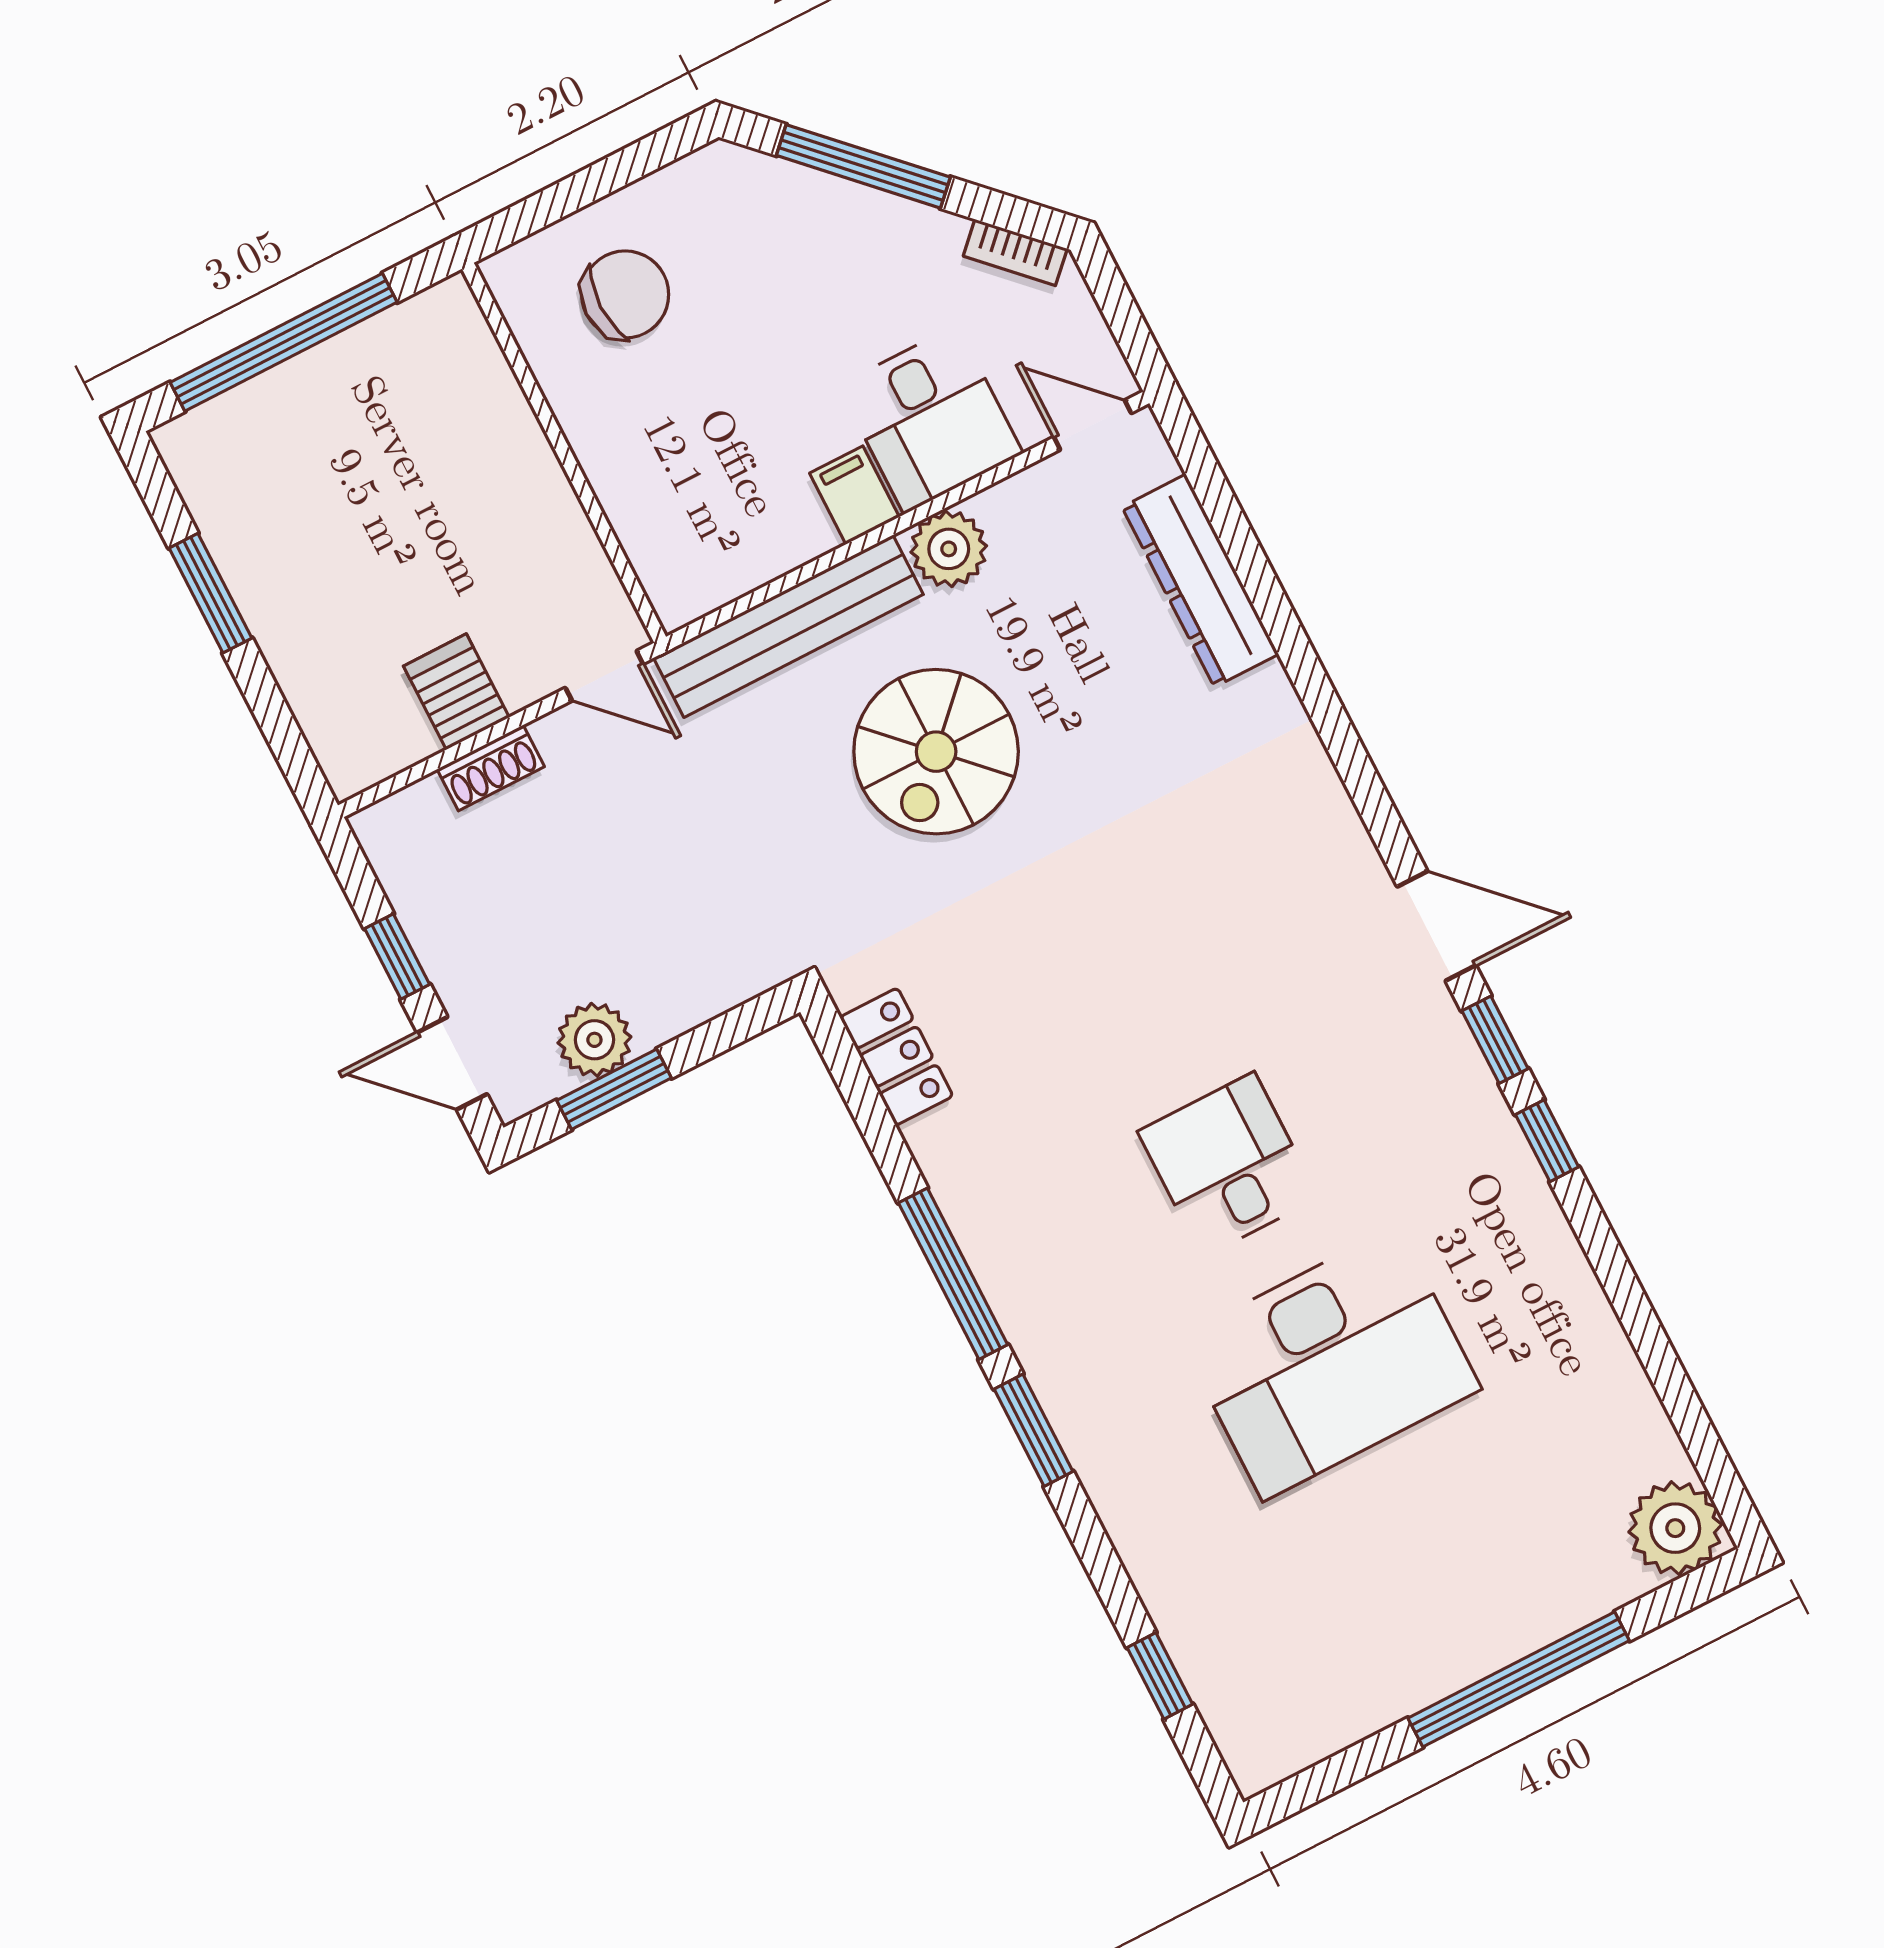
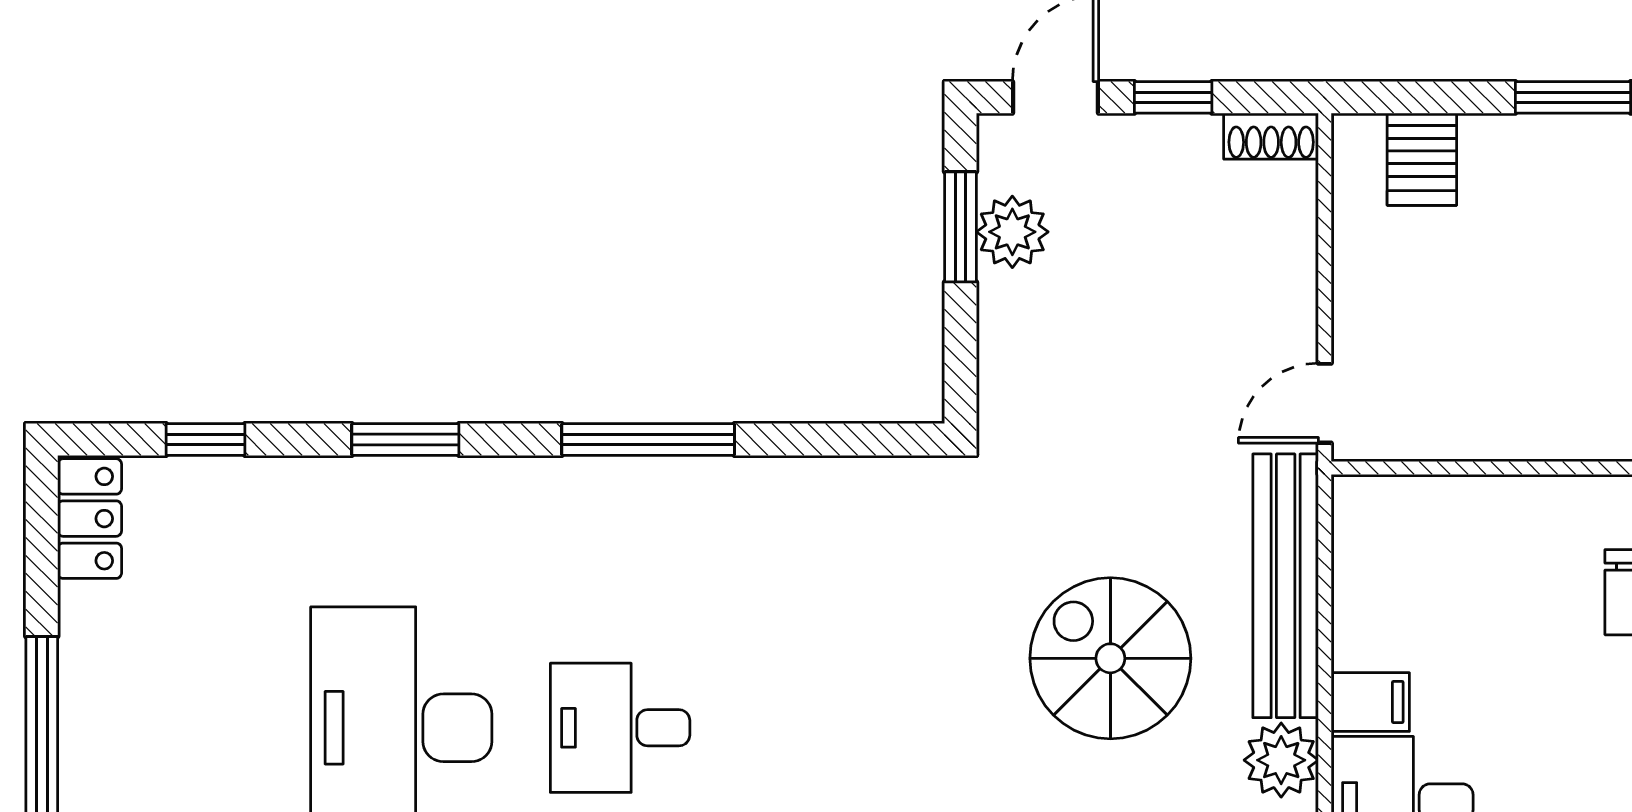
server rack: (456, 692) -> (1422, 159), moved, turned 90
shoe rack: (491, 768) -> (1271, 136), moved, turned -90
locker: (896, 1057) -> (90, 519), moved, turned -90
desk: (1228, 1165) -> (620, 728), turned 180
window: (1034, 1430) -> (405, 439), moved

